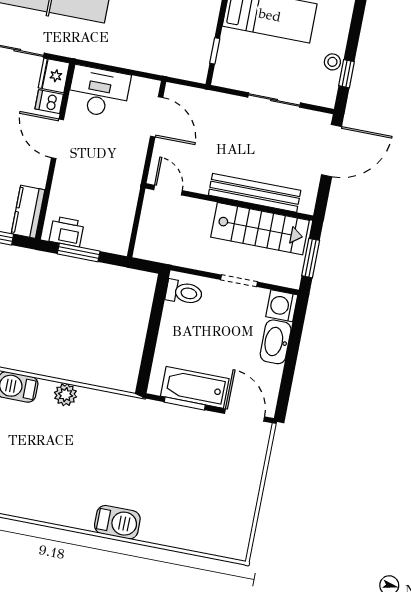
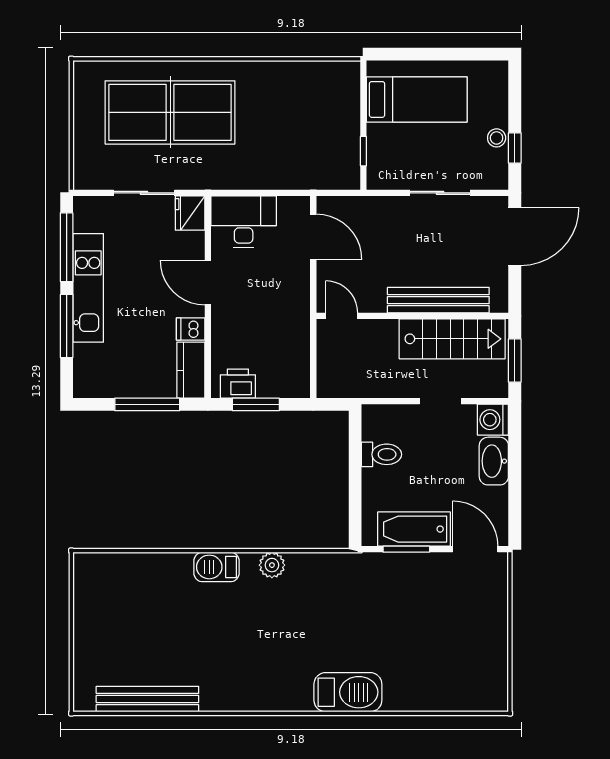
dishwasher: (49, 102) -> (191, 329), moved
toilet: (184, 292) -> (381, 454), moved
barbecue: (117, 522) -> (348, 692), width x1.37, depth x1.21

